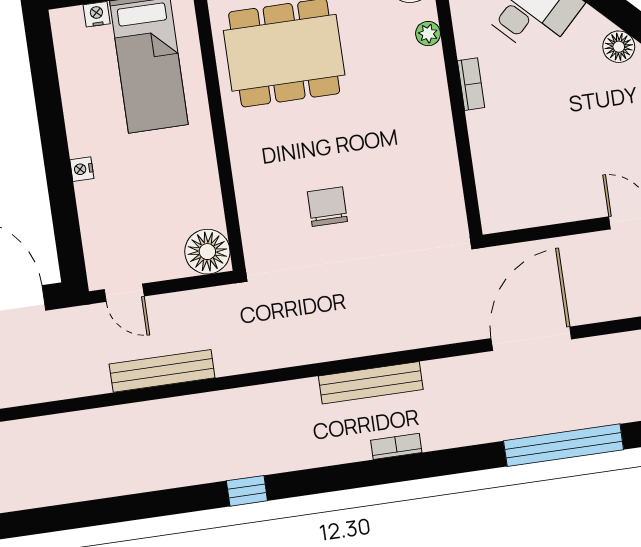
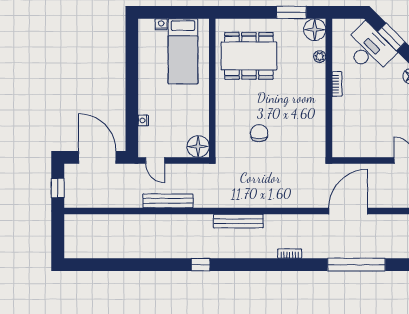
nightstand: (82, 169) -> (143, 120), moved
bench: (371, 383) -> (238, 221), moved
bookcase: (396, 446) -> (290, 254), moved

